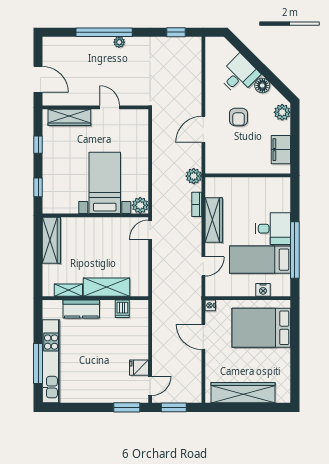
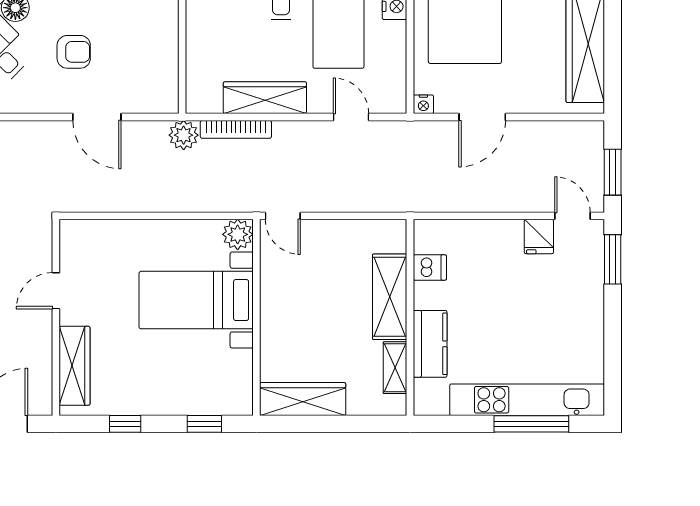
bookcase: (197, 204) -> (236, 129), width x1.56

